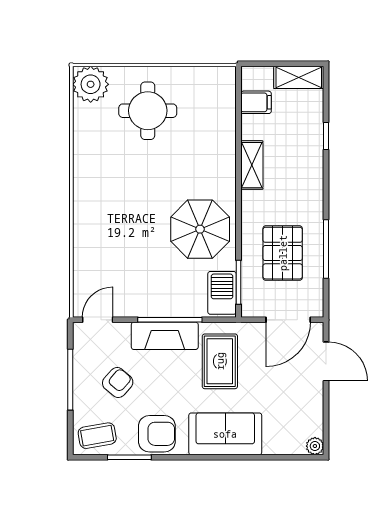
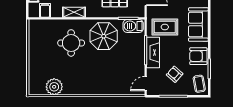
plant: (91, 84) -> (54, 87), moved
round table: (148, 111) -> (71, 43), moved
door: (98, 320) -> (146, 84), hinge flipped
armchair: (157, 434) -> (198, 56), turned -90

